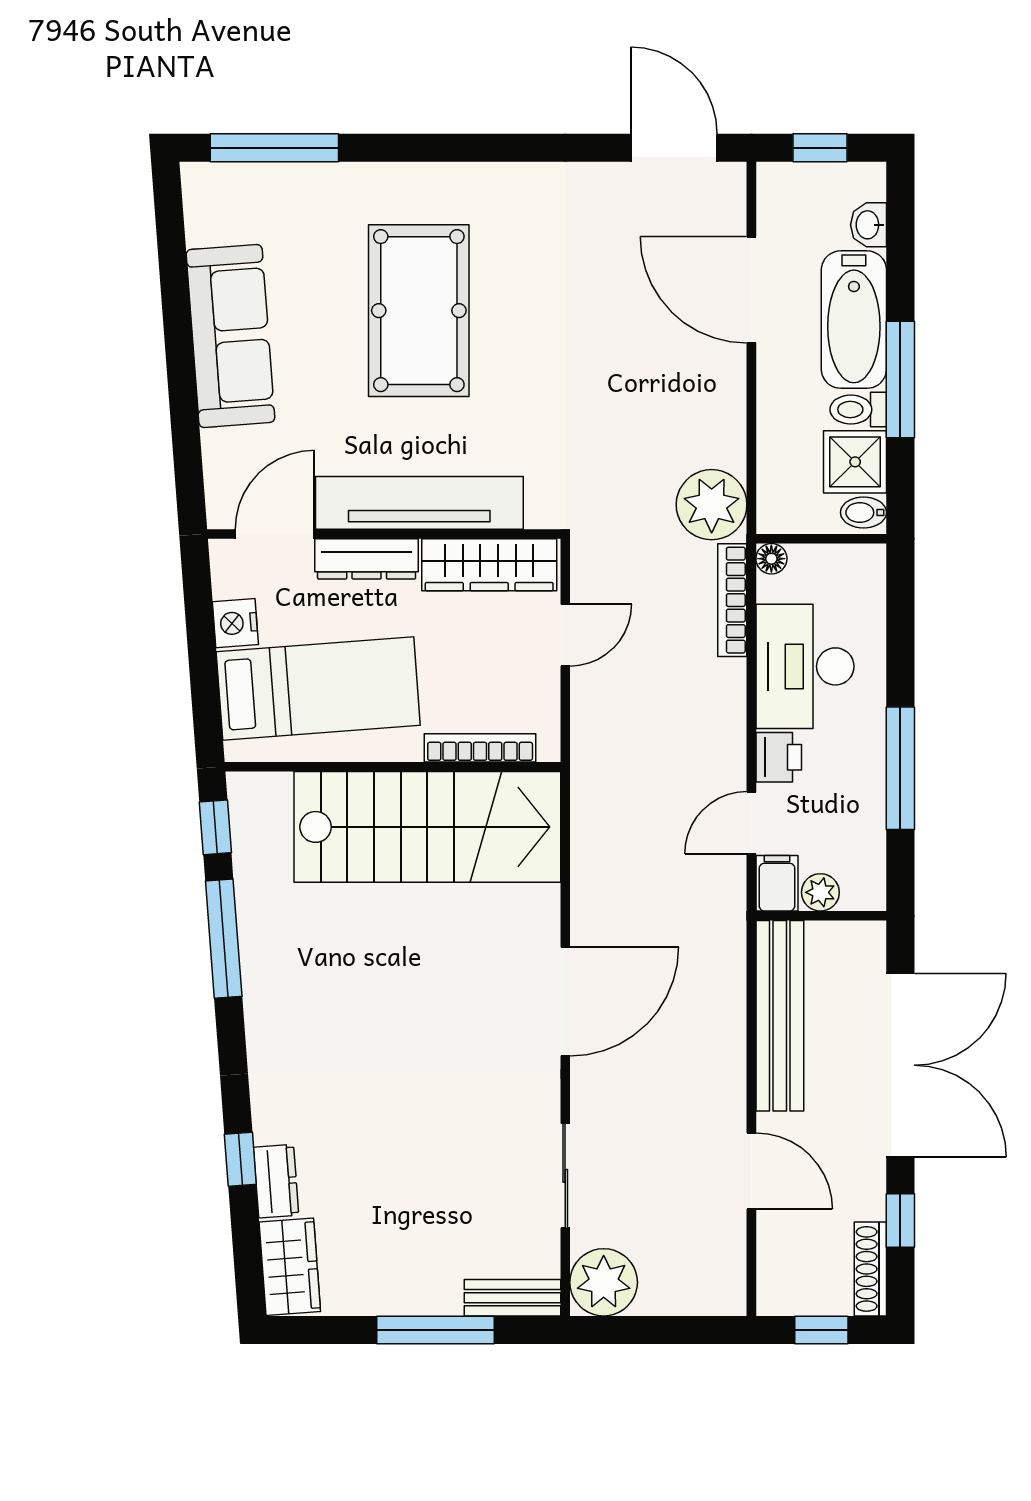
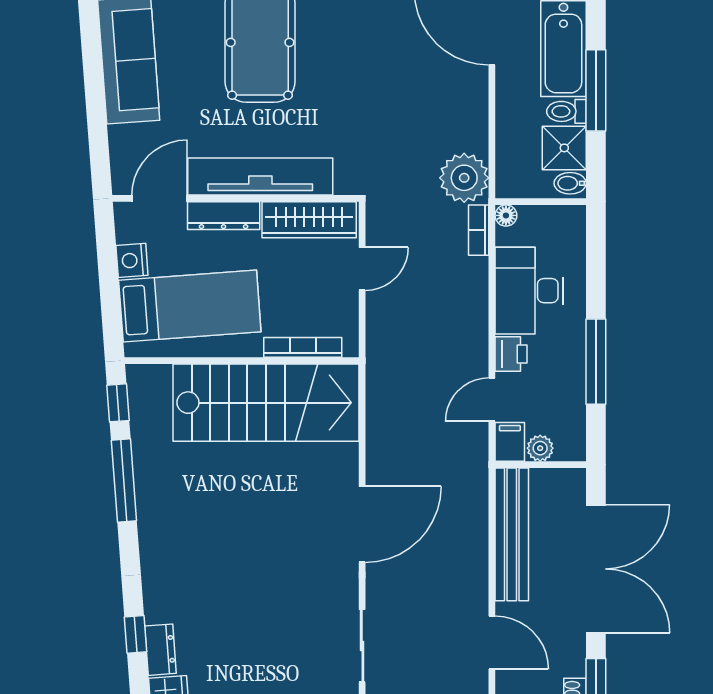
bookcase: (732, 600) -> (479, 230), width x0.64

